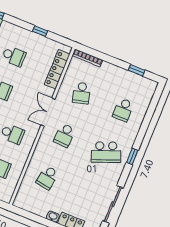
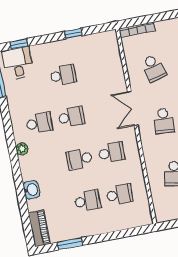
locker: (57, 69) -> (114, 60), removed

